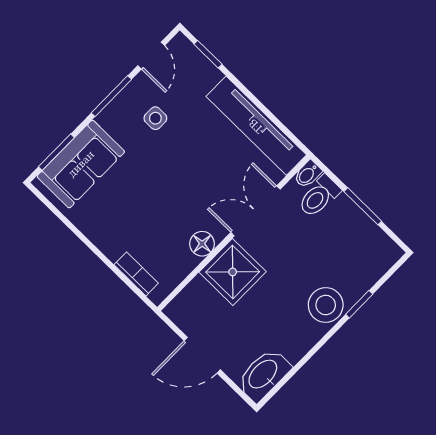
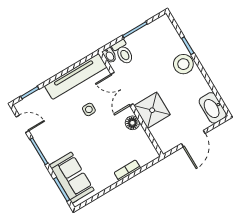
side table: (155, 118) -> (89, 109), moved
bookcase: (136, 274) -> (127, 170), moved

